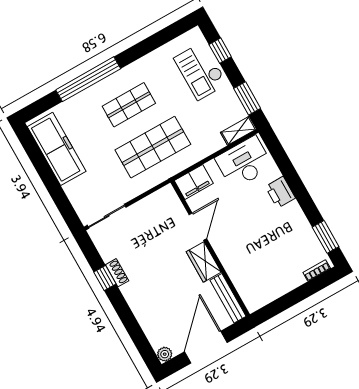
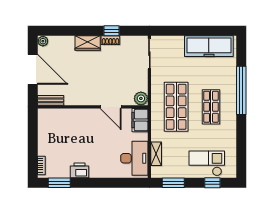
shelving: (238, 131) -> (156, 154), moved
printer: (280, 192) -> (79, 170), moved
plant: (167, 196) -> (141, 98), added
wardrobe: (204, 262) -> (88, 43), moved, turned 180
bench: (228, 298) -> (51, 100), width x0.73

